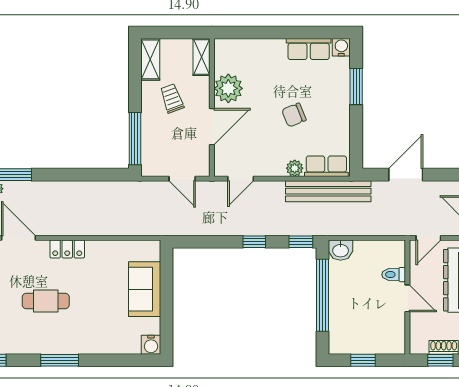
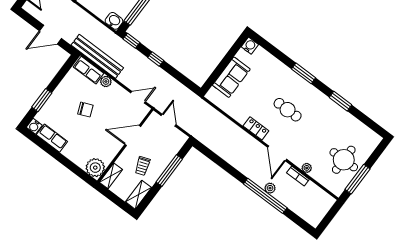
plant: (228, 88) -> (95, 168), moved
window: (135, 139) -> (169, 170), moved

